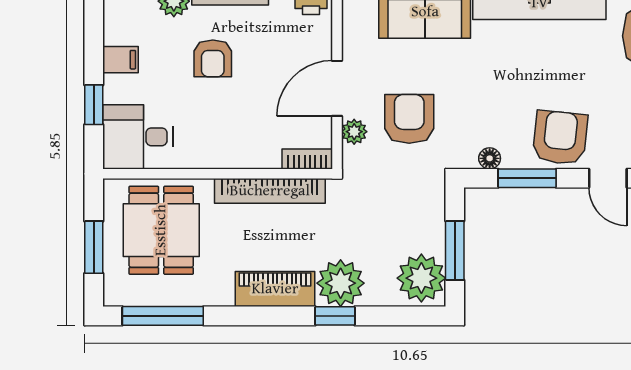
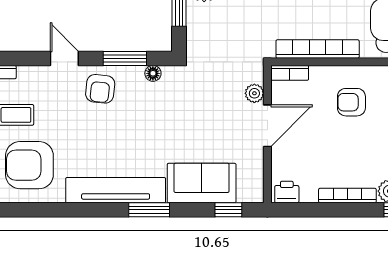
armchair: (213, 58) -> (351, 102), moved, turned -90
armchair: (409, 119) -> (213, 103), removed
armchair: (560, 138) -> (100, 89), width x0.72, depth x0.72

